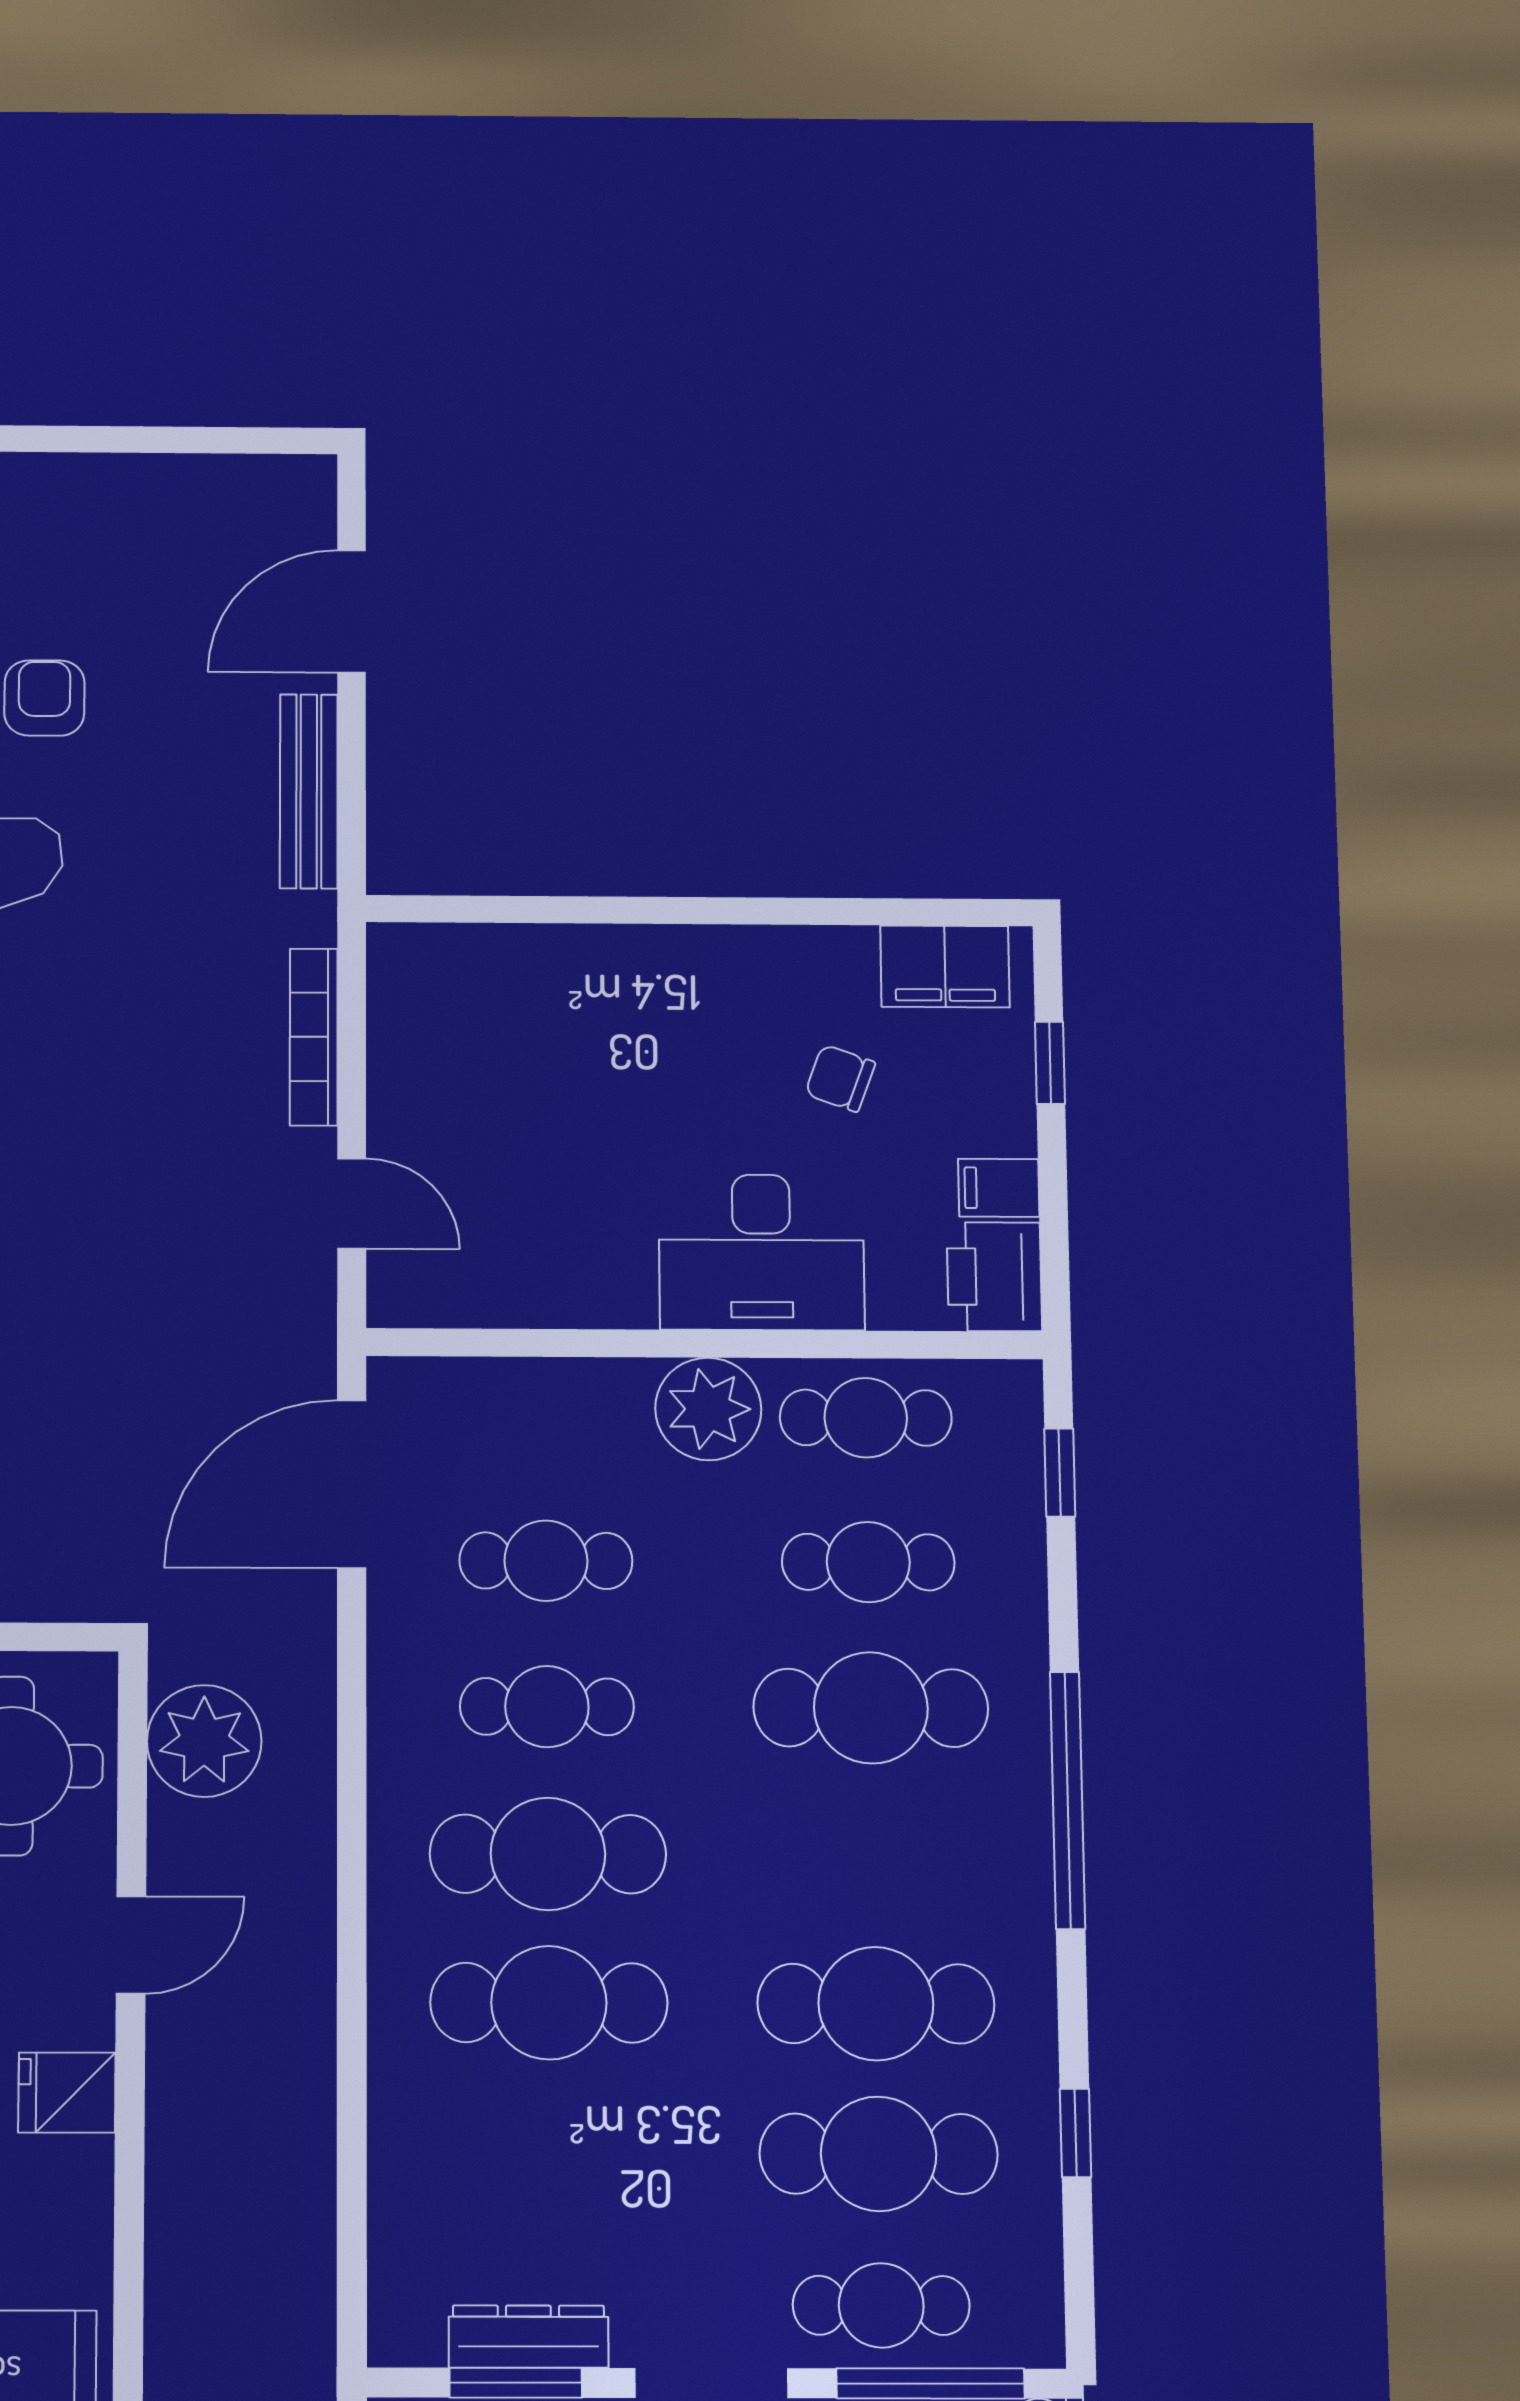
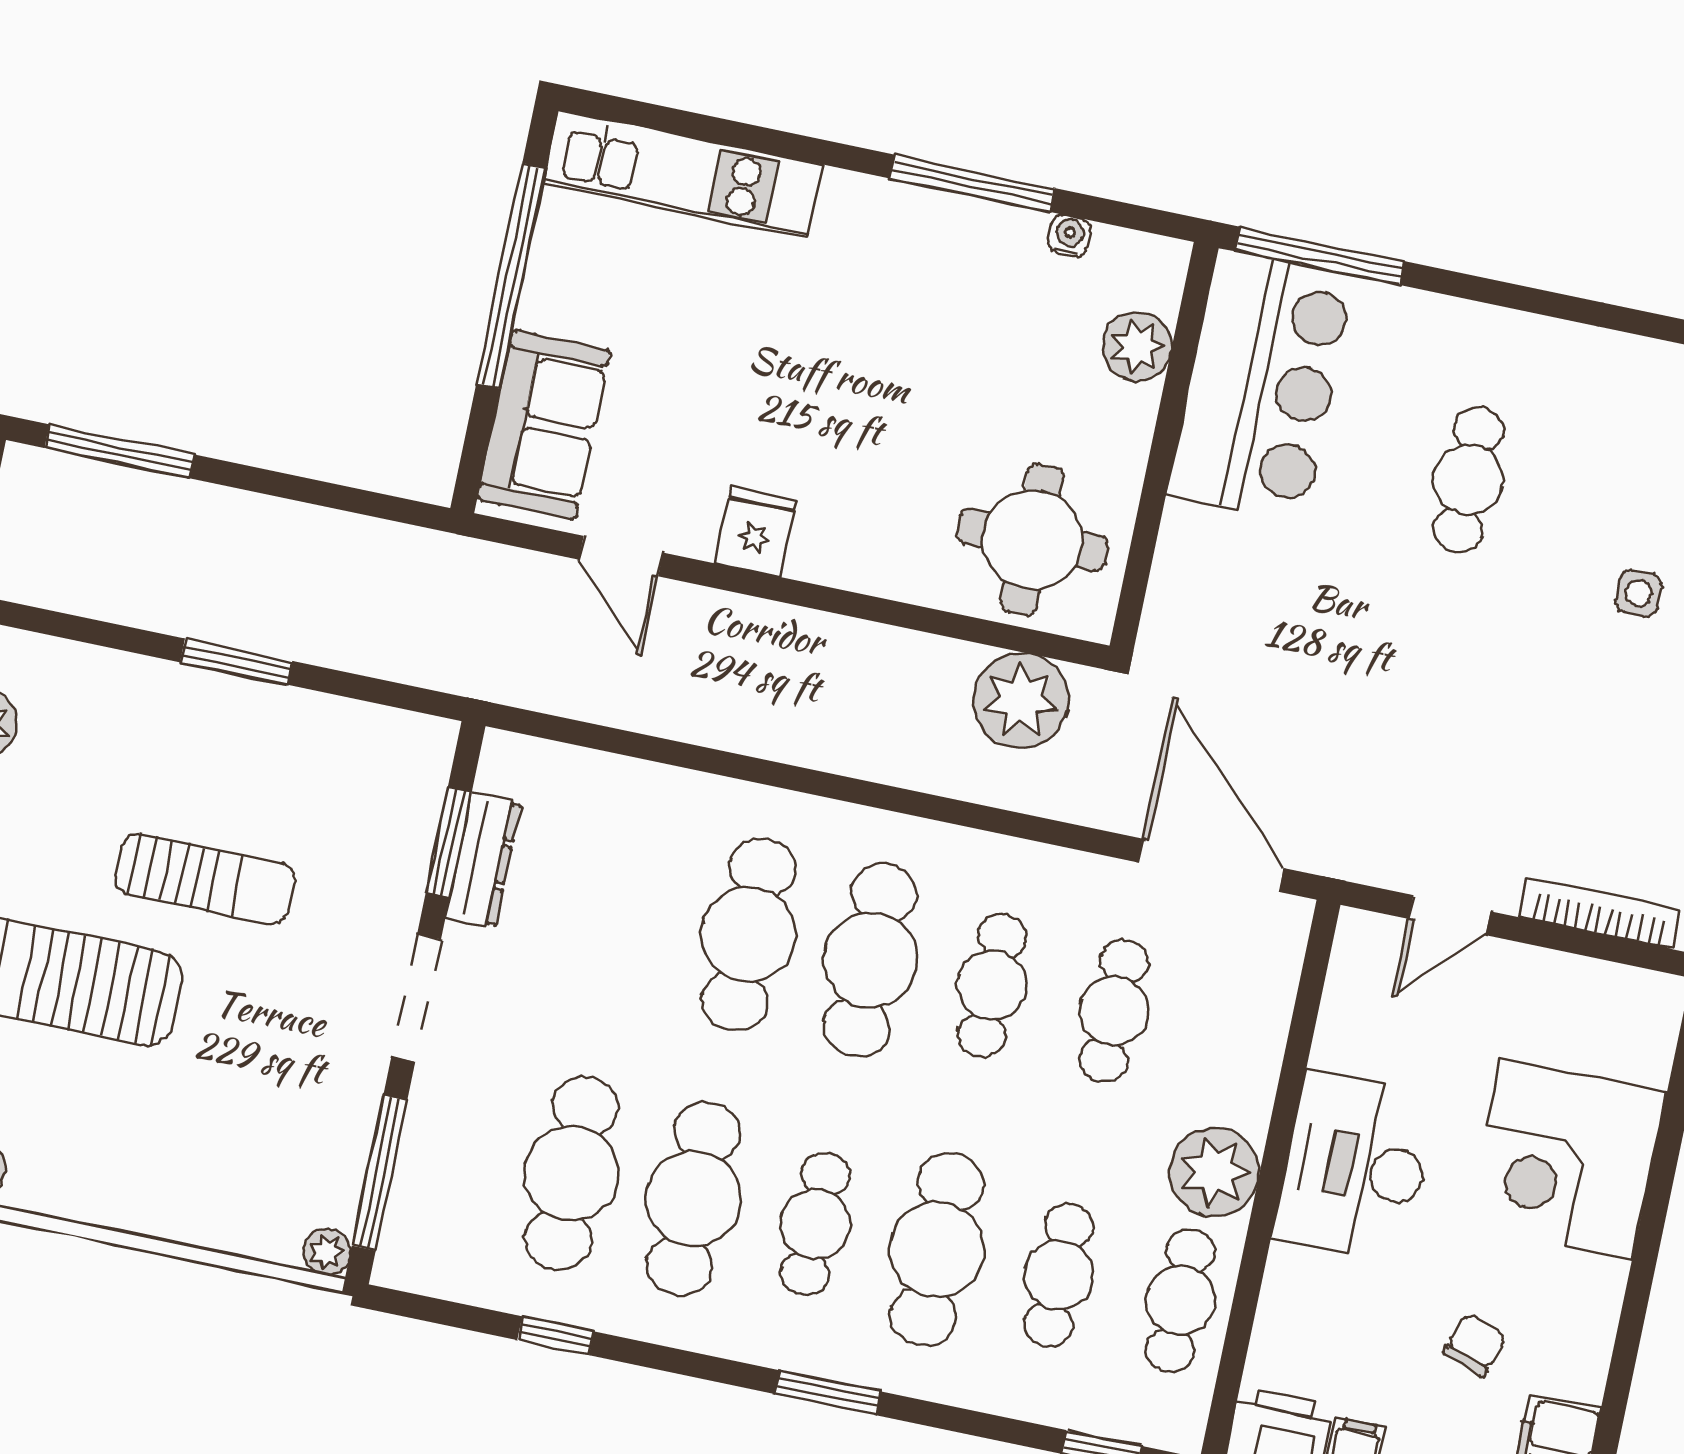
corner desk: (603, 1019) -> (1566, 1158), added
desk: (761, 1252) -> (1355, 1167), moved
window: (1068, 1800) -> (828, 1393), width x0.47
door: (131, 1945) -> (621, 556), moved
cafe table: (881, 2305) -> (815, 1224), moved

